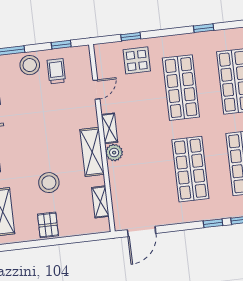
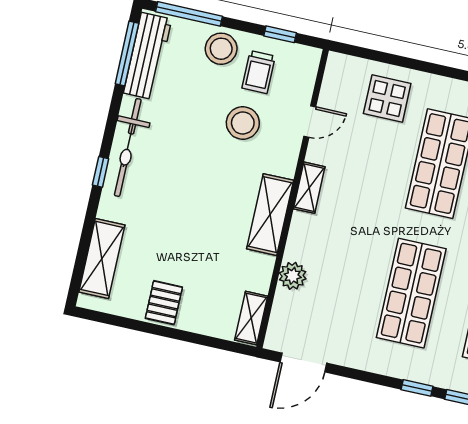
window: (131, 37) -> (391, 59), removed
trolley: (56, 71) -> (258, 72), turned 180
plant: (114, 153) -> (293, 276), moved
stool: (49, 183) -> (243, 123), moved
shelving: (100, 202) -> (251, 318), moved

